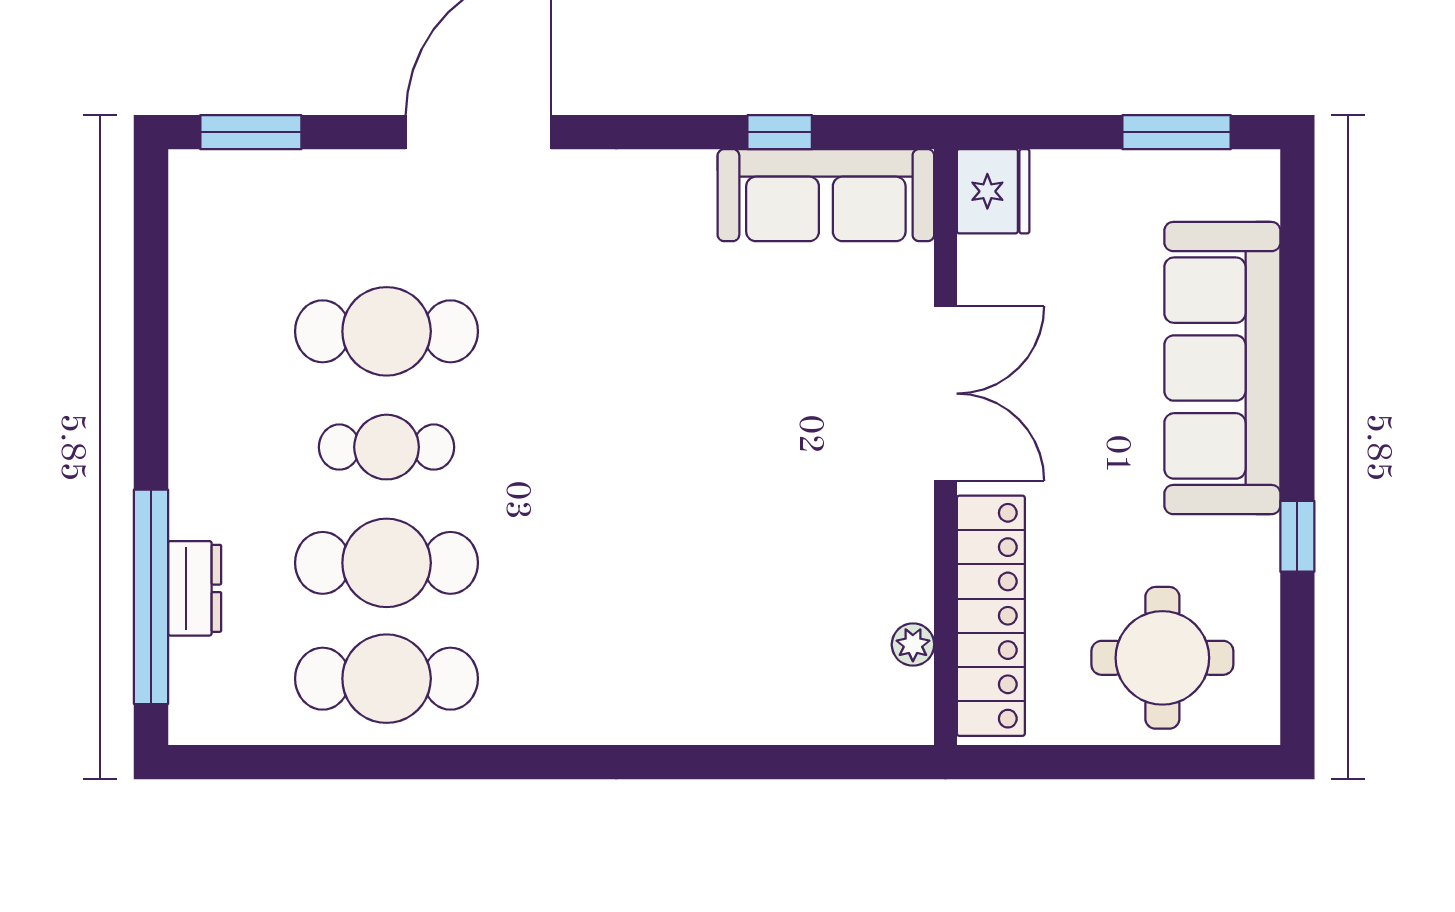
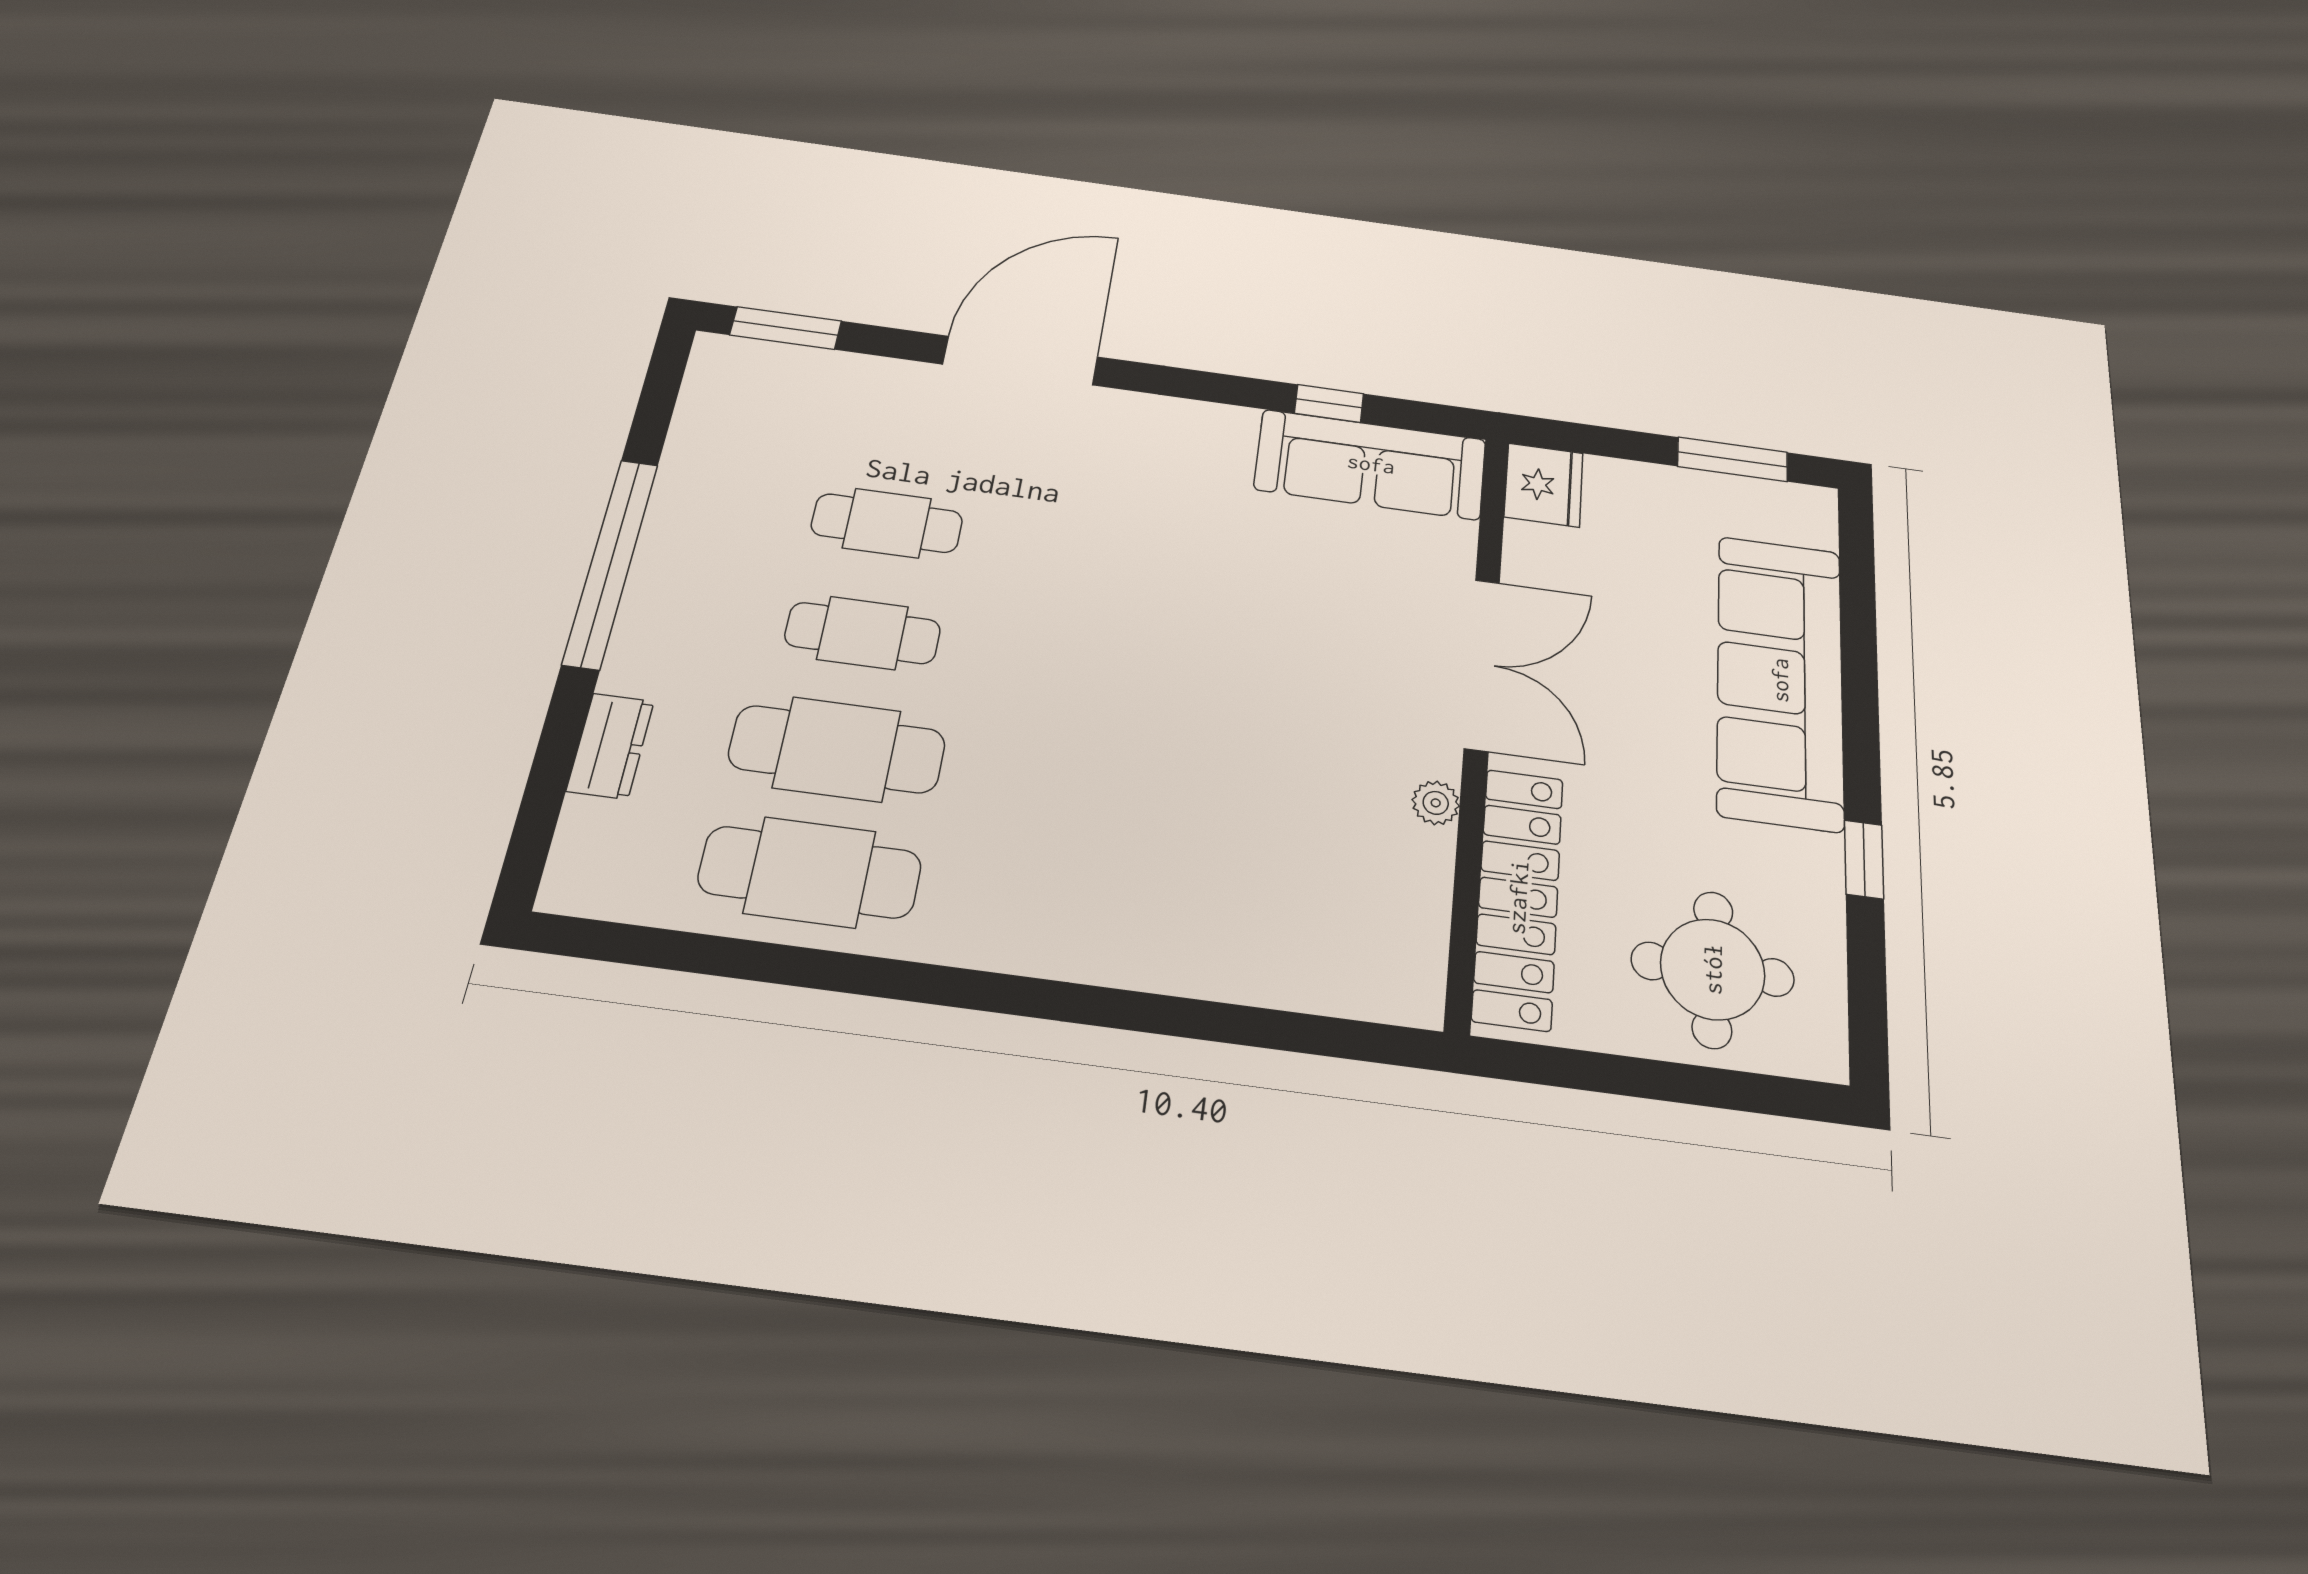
cafe table: (387, 331) -> (887, 523), width x0.73, depth x0.74
window: (151, 597) -> (611, 563), moved
plant: (913, 645) -> (1436, 803), moved

